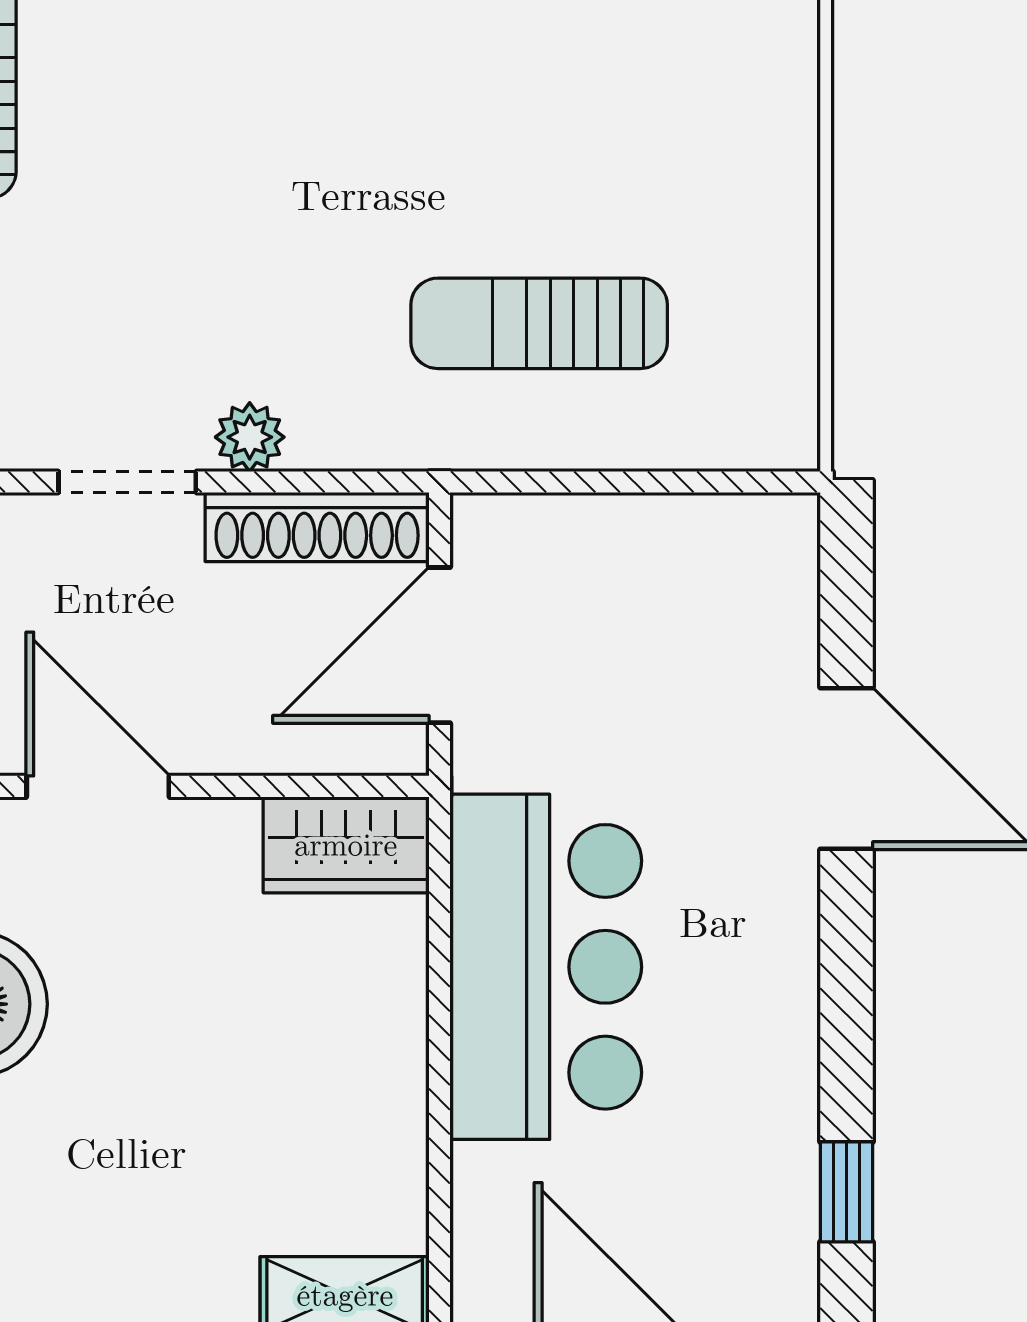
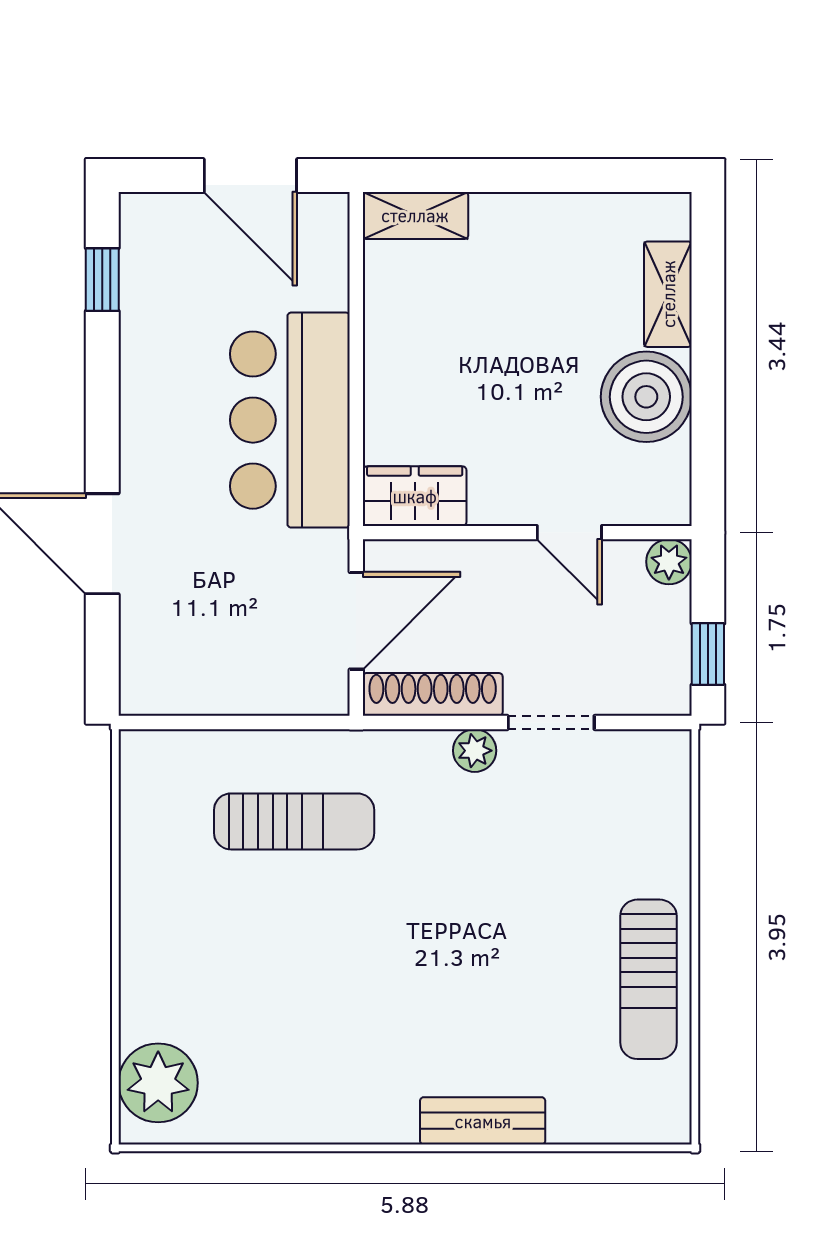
door: (98, 786) -> (569, 533), width x0.73

